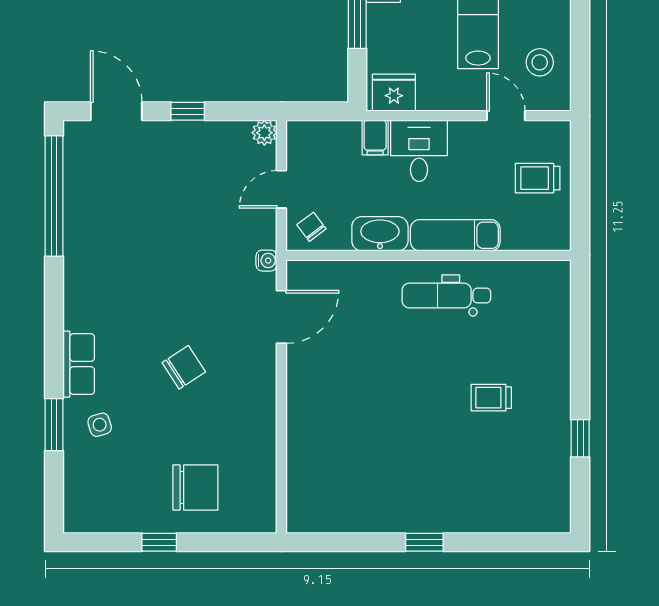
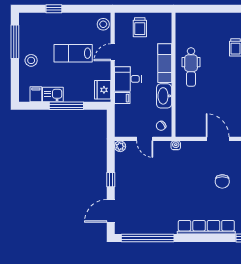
stool: (540, 62) -> (103, 24), moved
door: (506, 116) -> (113, 52), moved
door: (281, 317) -> (218, 139), moved
row of seats: (79, 364) -> (206, 227), width x2.02
chair: (184, 367) -> (222, 181), turned -147

